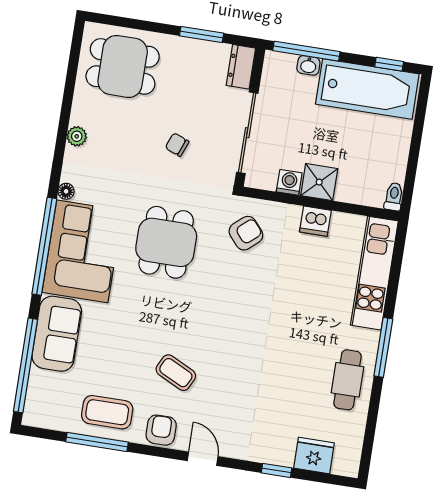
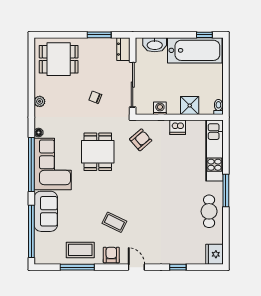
window: (306, 51) -> (158, 35), removed
washbasin: (308, 65) -> (155, 45), width x1.91, depth x1.45
shower: (319, 182) -> (190, 105), moved
fridge: (314, 456) -> (214, 254), moved, turned -90

